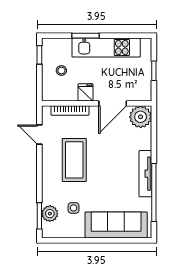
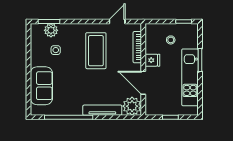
coffee table: (74, 160) -> (96, 51), turned 90
tv unit: (145, 174) -> (102, 110), moved
sofa: (116, 225) -> (41, 86), width x0.73

